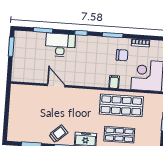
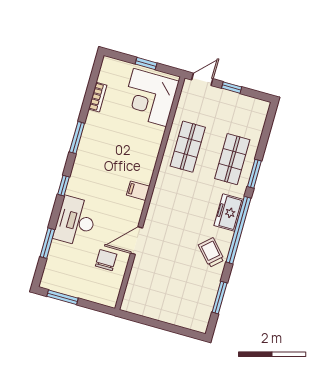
chair: (122, 55) -> (106, 260), moved
filing cabinet: (114, 82) -> (138, 191), moved
shop shelf: (121, 105) -> (188, 147), width x0.70, depth x0.74

